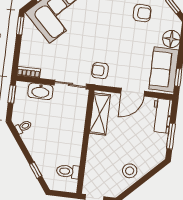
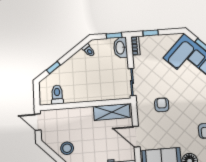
window: (20, 26) -> (151, 33), moved
armchair: (100, 71) -> (162, 105), moved
washbasin: (40, 91) -> (120, 48), moved

